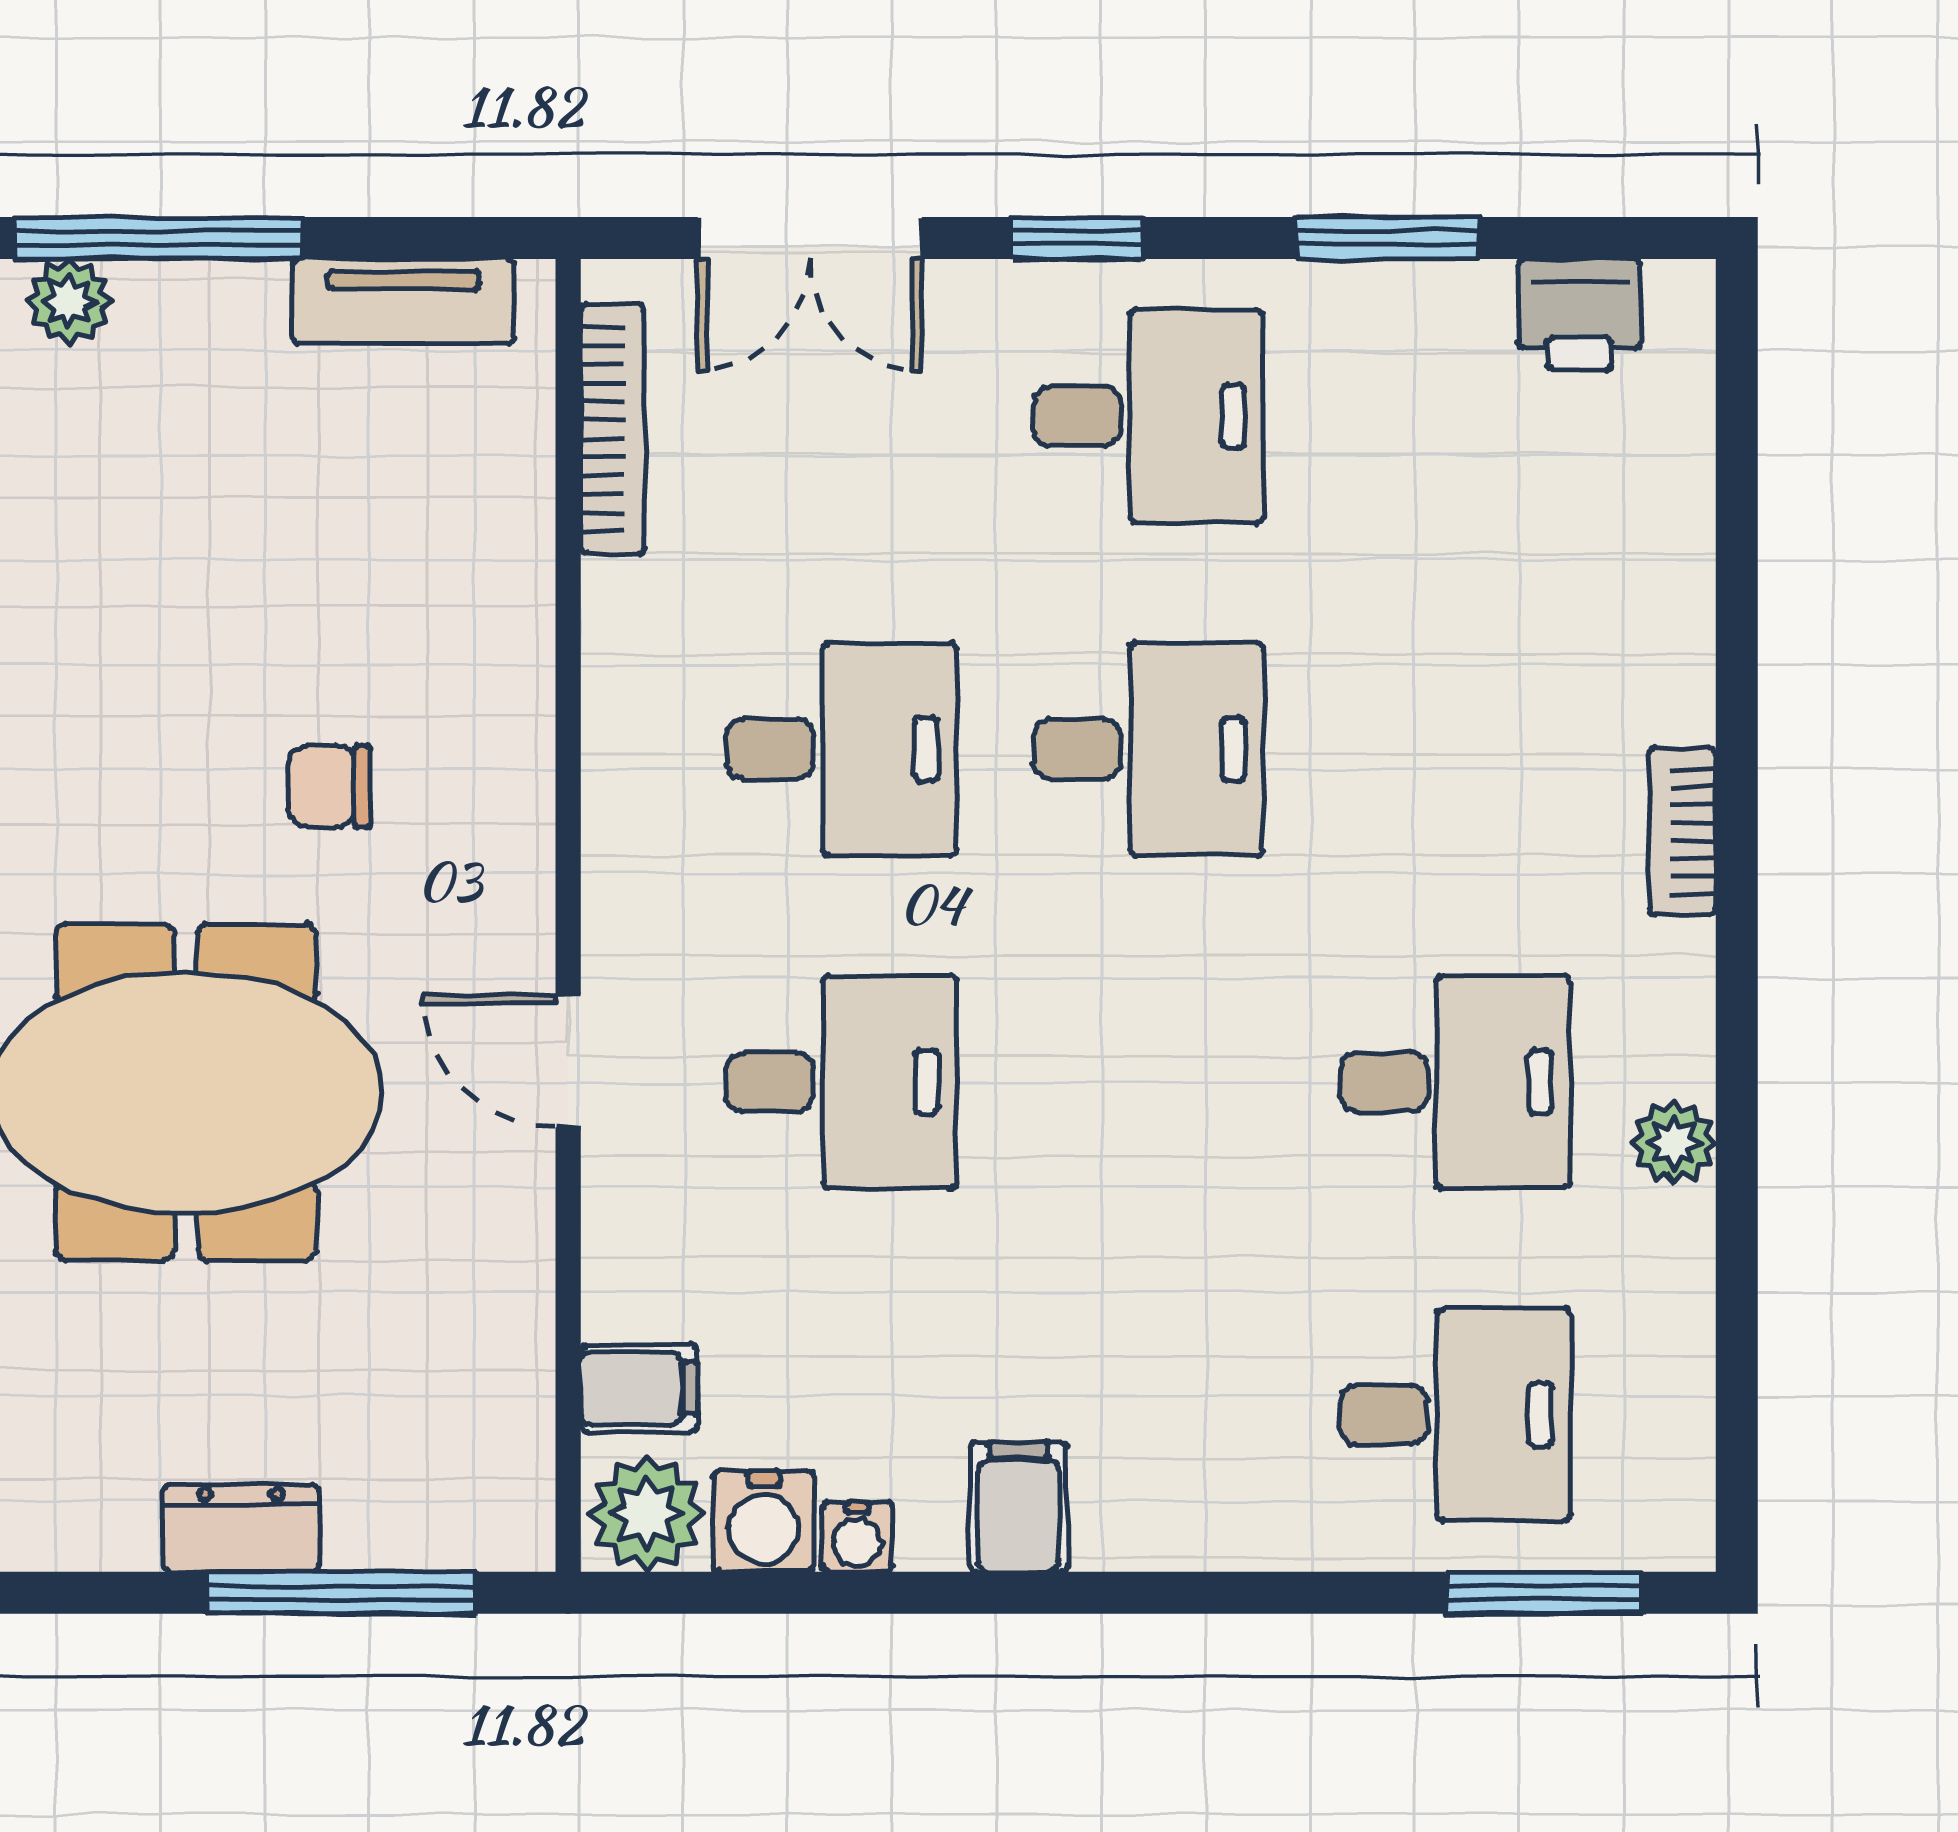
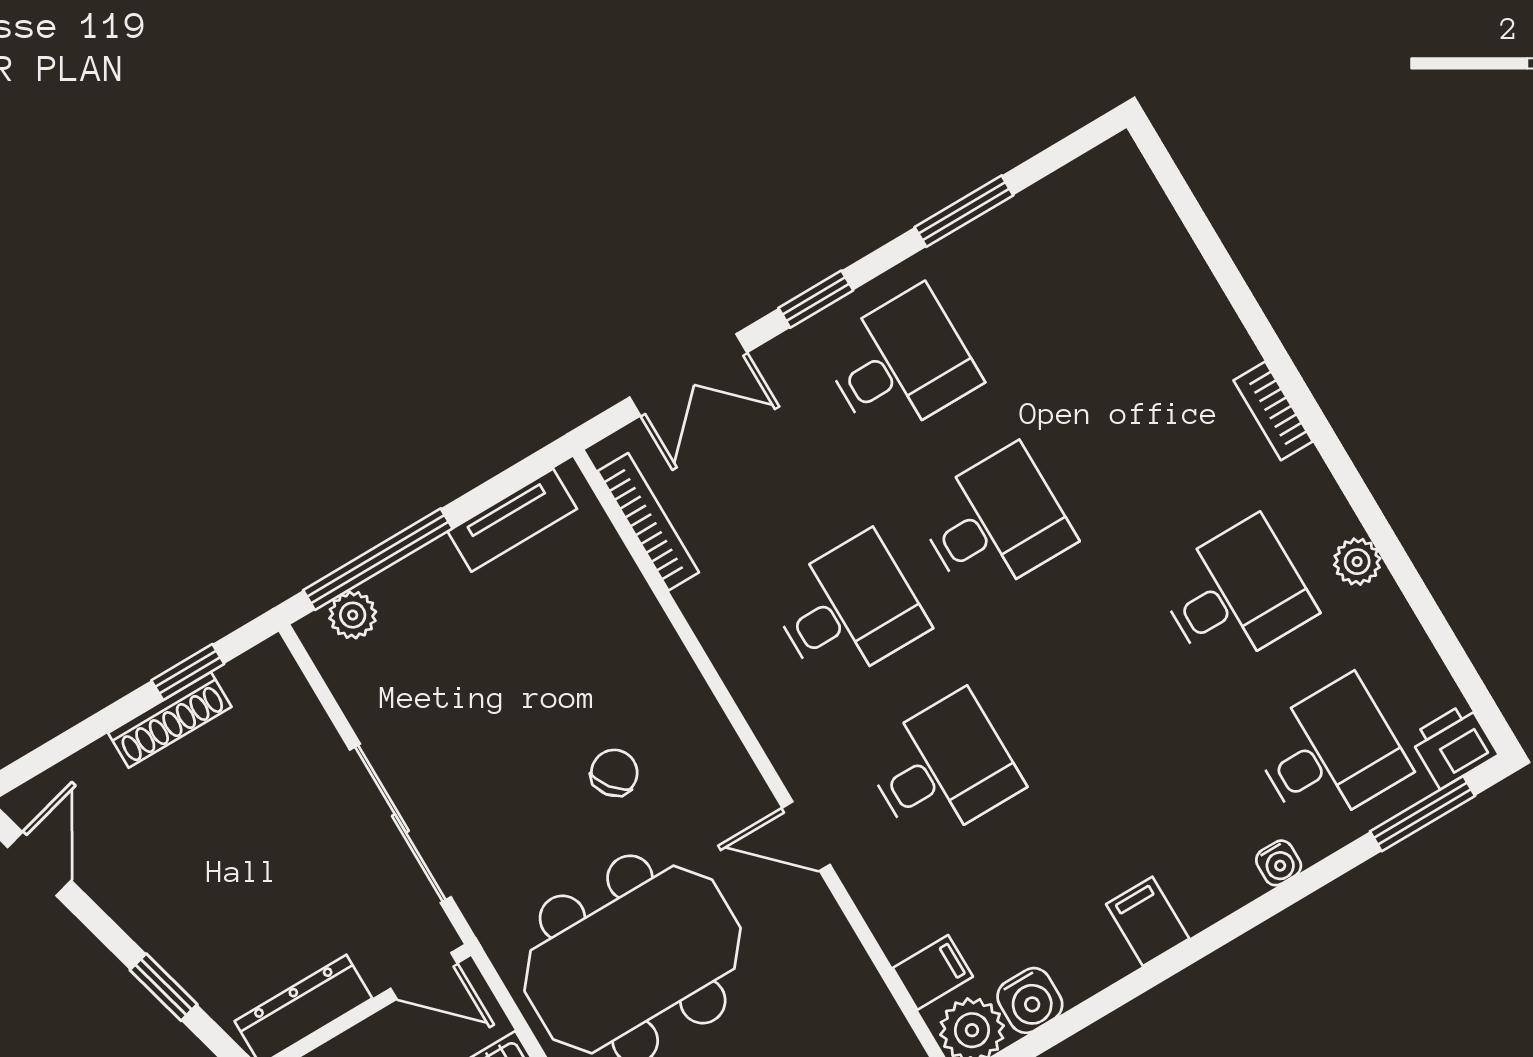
printer: (1579, 315) -> (1454, 745), moved, turned 180
chair: (329, 786) -> (614, 773), turned 142
water cooler: (858, 1537) -> (1279, 863), moved

